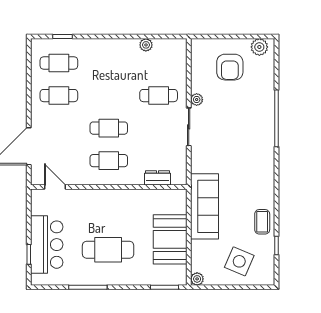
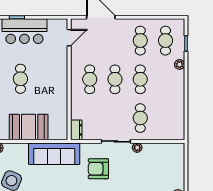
plant: (146, 45) -> (180, 64), moved
armchair: (230, 67) -> (98, 169), moved
cafe table: (109, 96) -> (140, 79), added
dresser: (157, 178) -> (76, 130), moved
cafe table: (108, 250) -> (20, 79), width x0.73, depth x0.74

